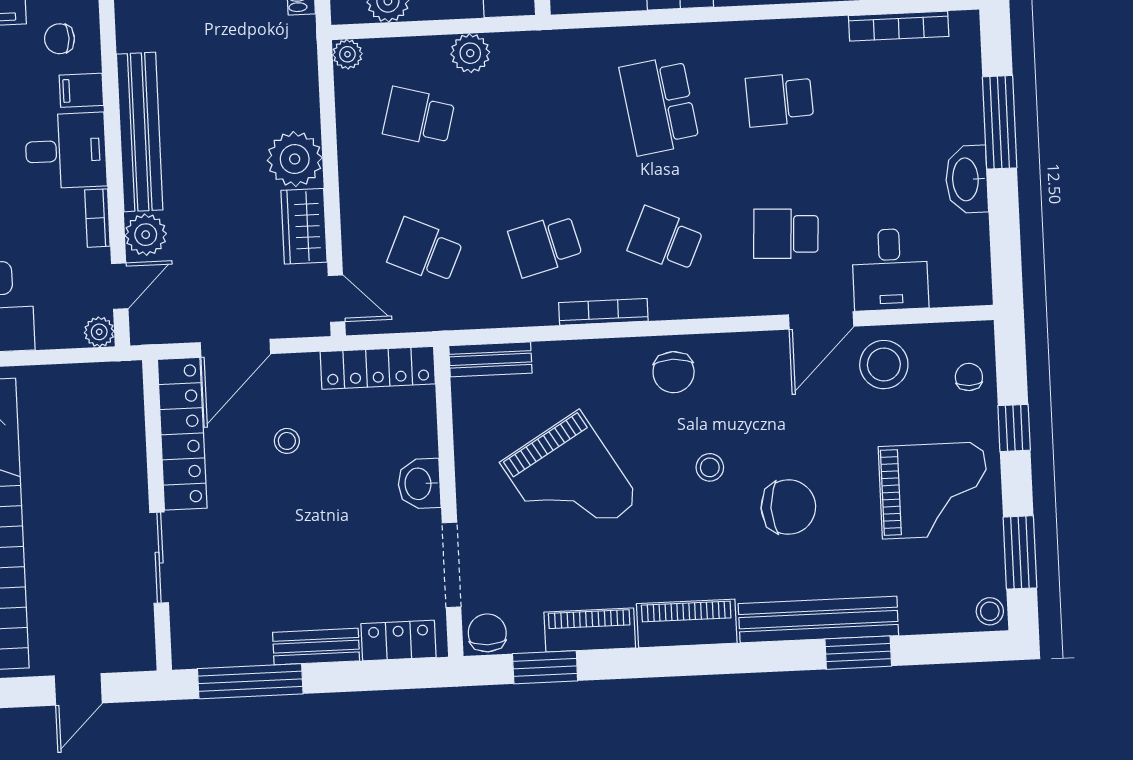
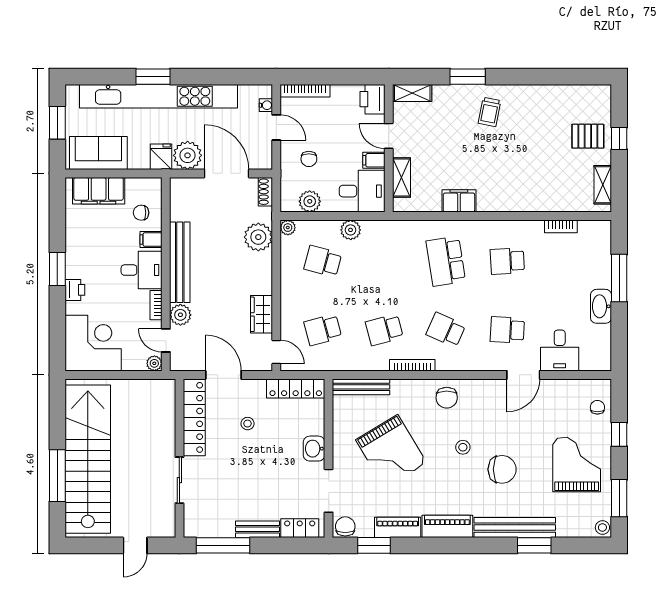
bookcase: (899, 26) -> (561, 226), width x0.64
plant: (295, 159) -> (258, 237), moved
school desk: (425, 251) -> (323, 330), turned -39
door: (120, 286) -> (166, 340), swing flipped
door: (235, 348) -> (223, 375), swing flipped
bench: (490, 359) -> (361, 387), width x1.36
stool: (884, 365) -> (554, 399), removed
grand piano: (934, 490) -> (577, 464), turned -90

